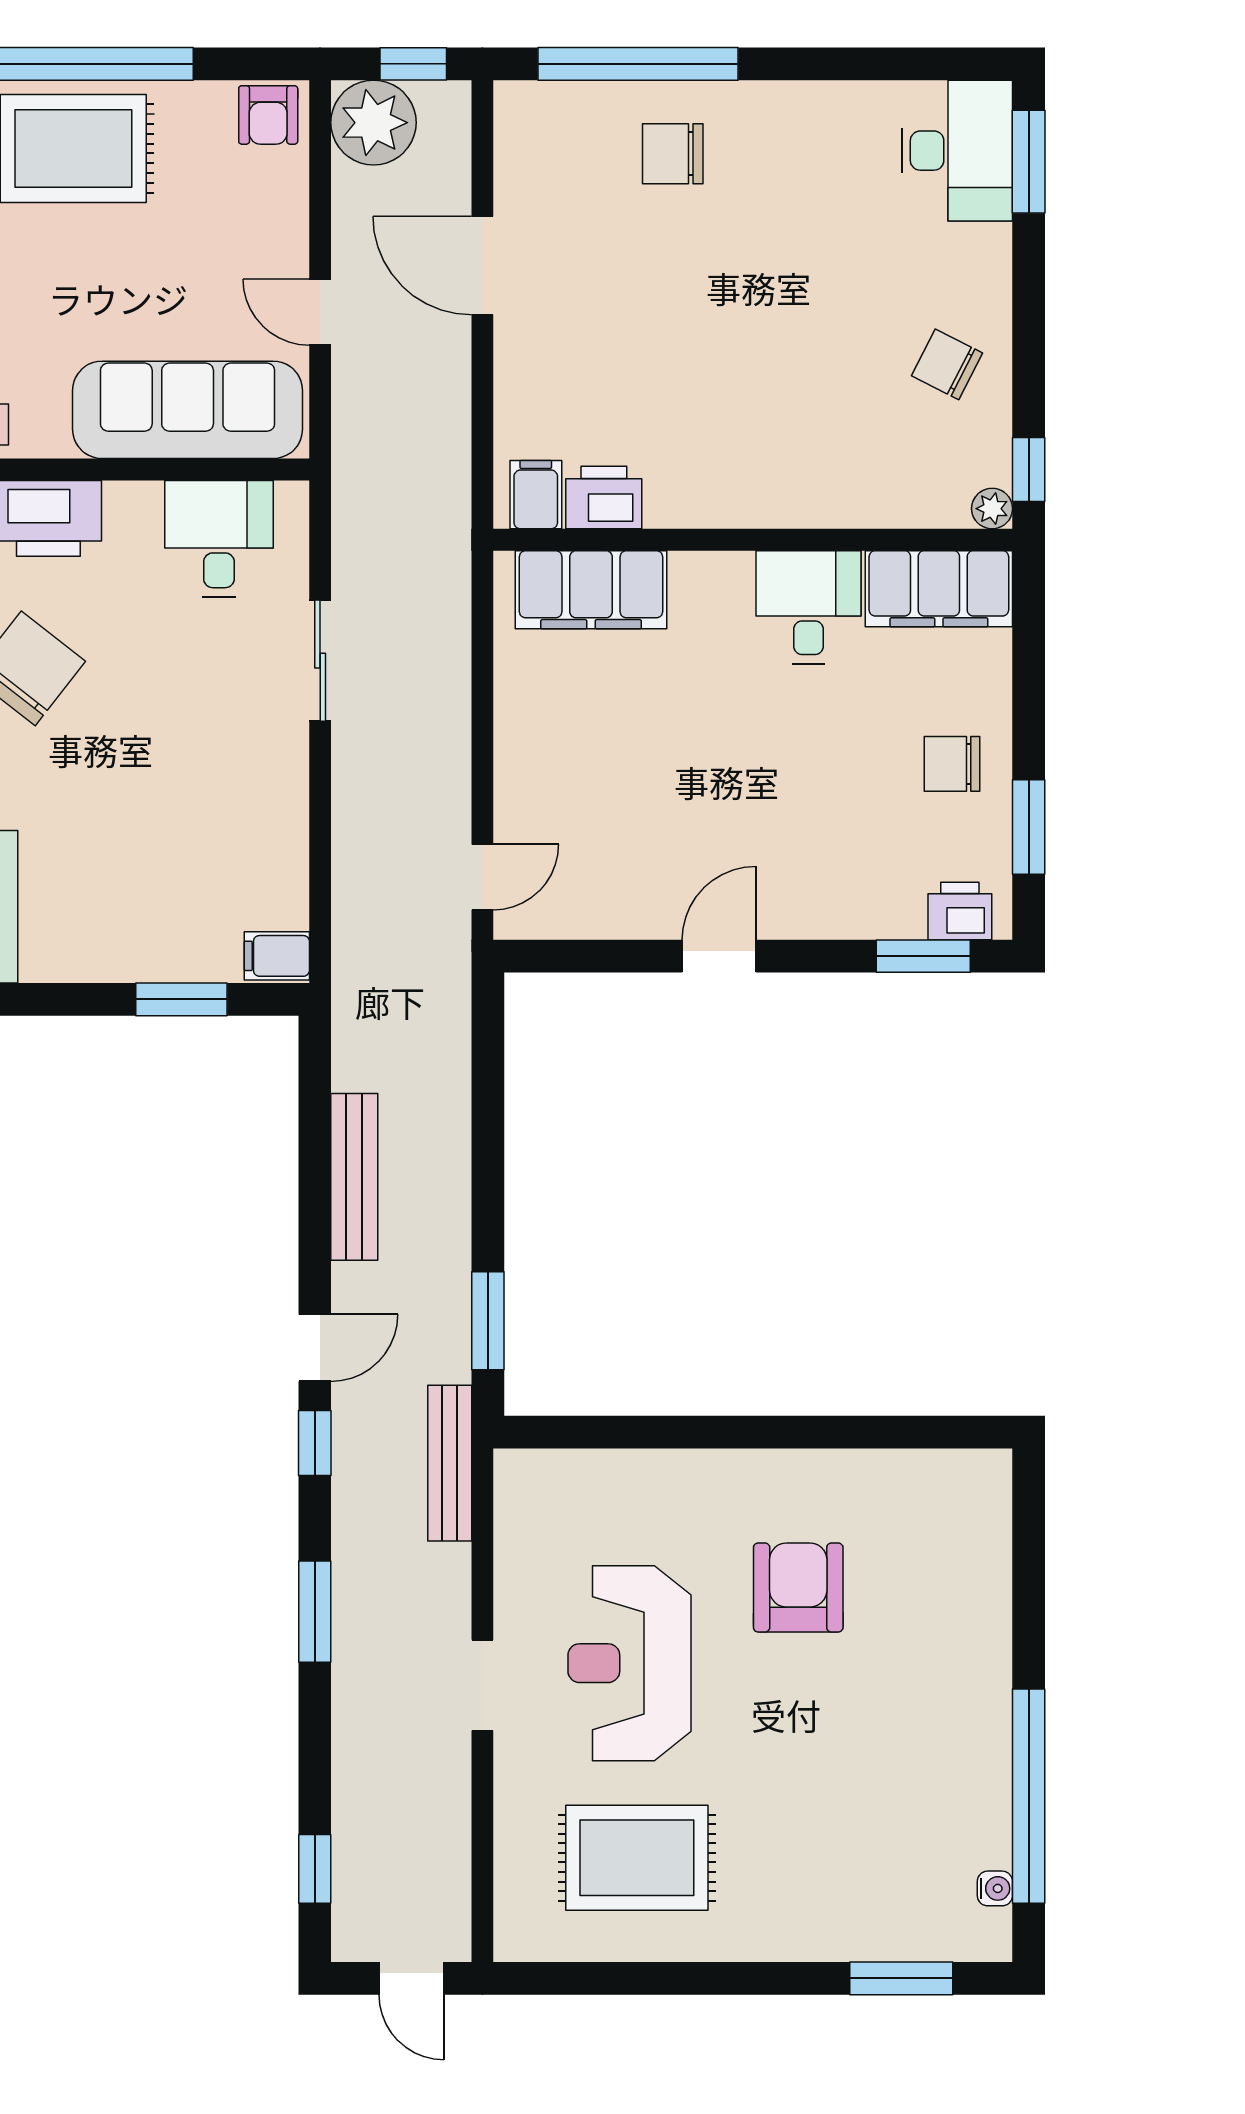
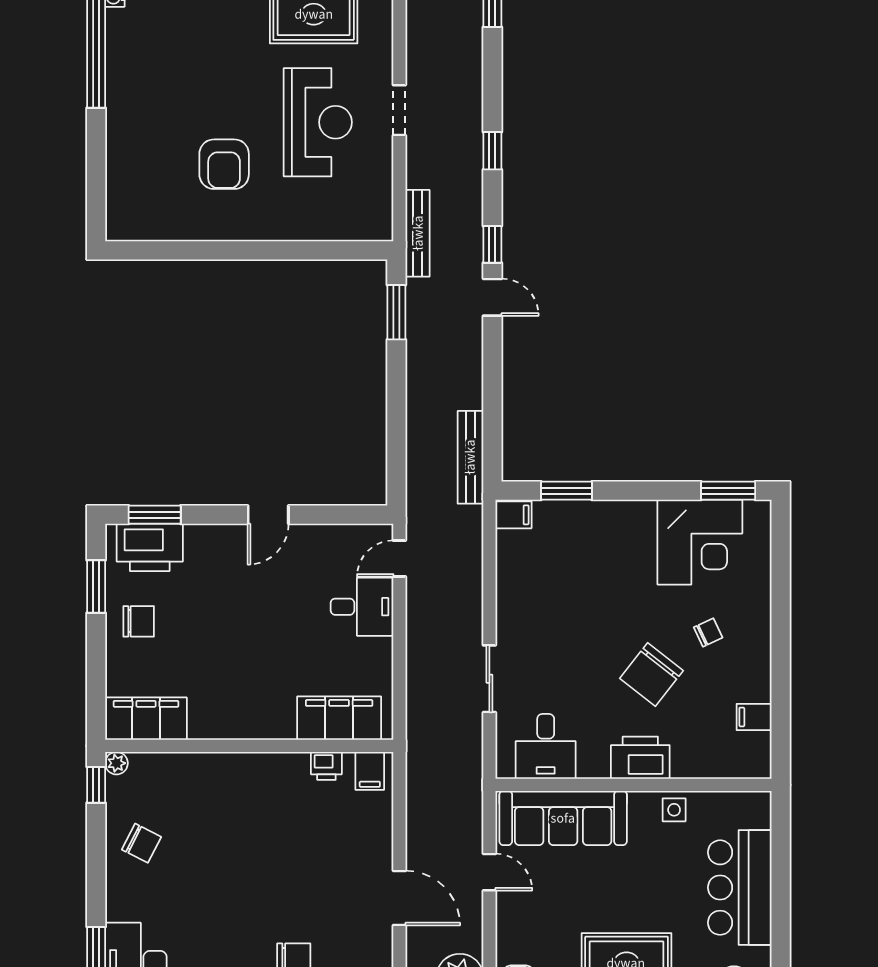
printer: (604, 498) -> (326, 766), width x0.73, depth x0.81
desk: (808, 607) -> (362, 607), moved, turned -90
printer: (960, 911) -> (150, 547), width x1.87, depth x1.48
bench: (354, 1177) -> (470, 457), moved
door: (315, 1348) -> (492, 297), swing flipped
window: (315, 1612) -> (492, 151), width x0.67

